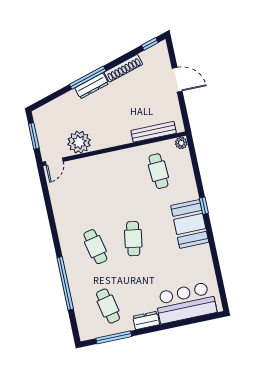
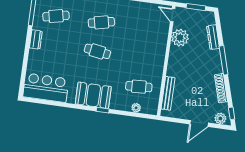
plant: (161, 55) -> (220, 118), added
dresser: (92, 86) -> (213, 37), moved
plant: (181, 143) -> (136, 108), moved
bar counter: (186, 303) -> (46, 88), moved, turned -90

